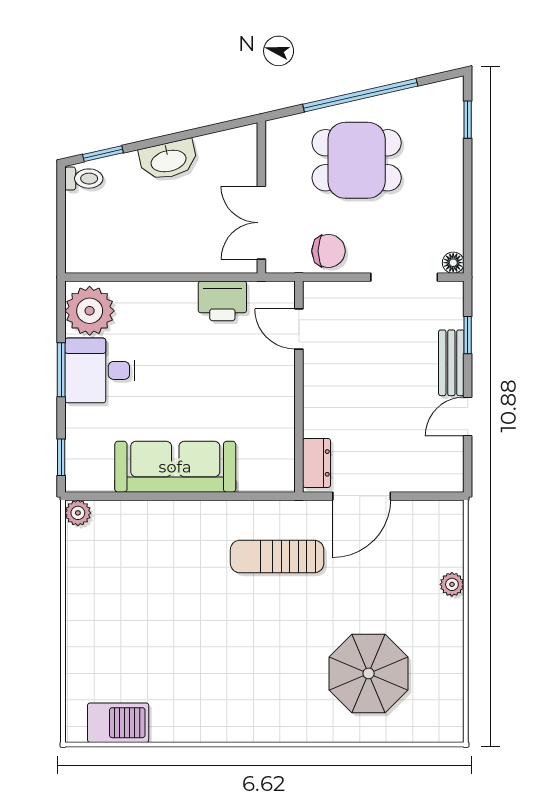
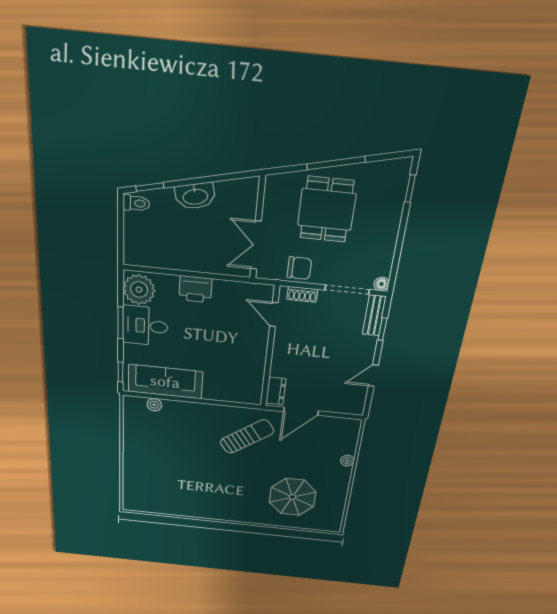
window: (360, 95) -> (336, 163), width x0.68
dining table: (357, 160) -> (327, 210), turned 90
shoe rack: (338, 292) -> (302, 294), added
printer: (222, 301) -> (195, 289), moved
bench: (451, 363) -> (374, 315), moved
sofa: (175, 467) -> (165, 382), moved
plant: (78, 513) -> (154, 405), moved
sun lounger: (277, 557) -> (247, 437), turned 144
barbecue: (118, 723) -> (152, 504), removed

